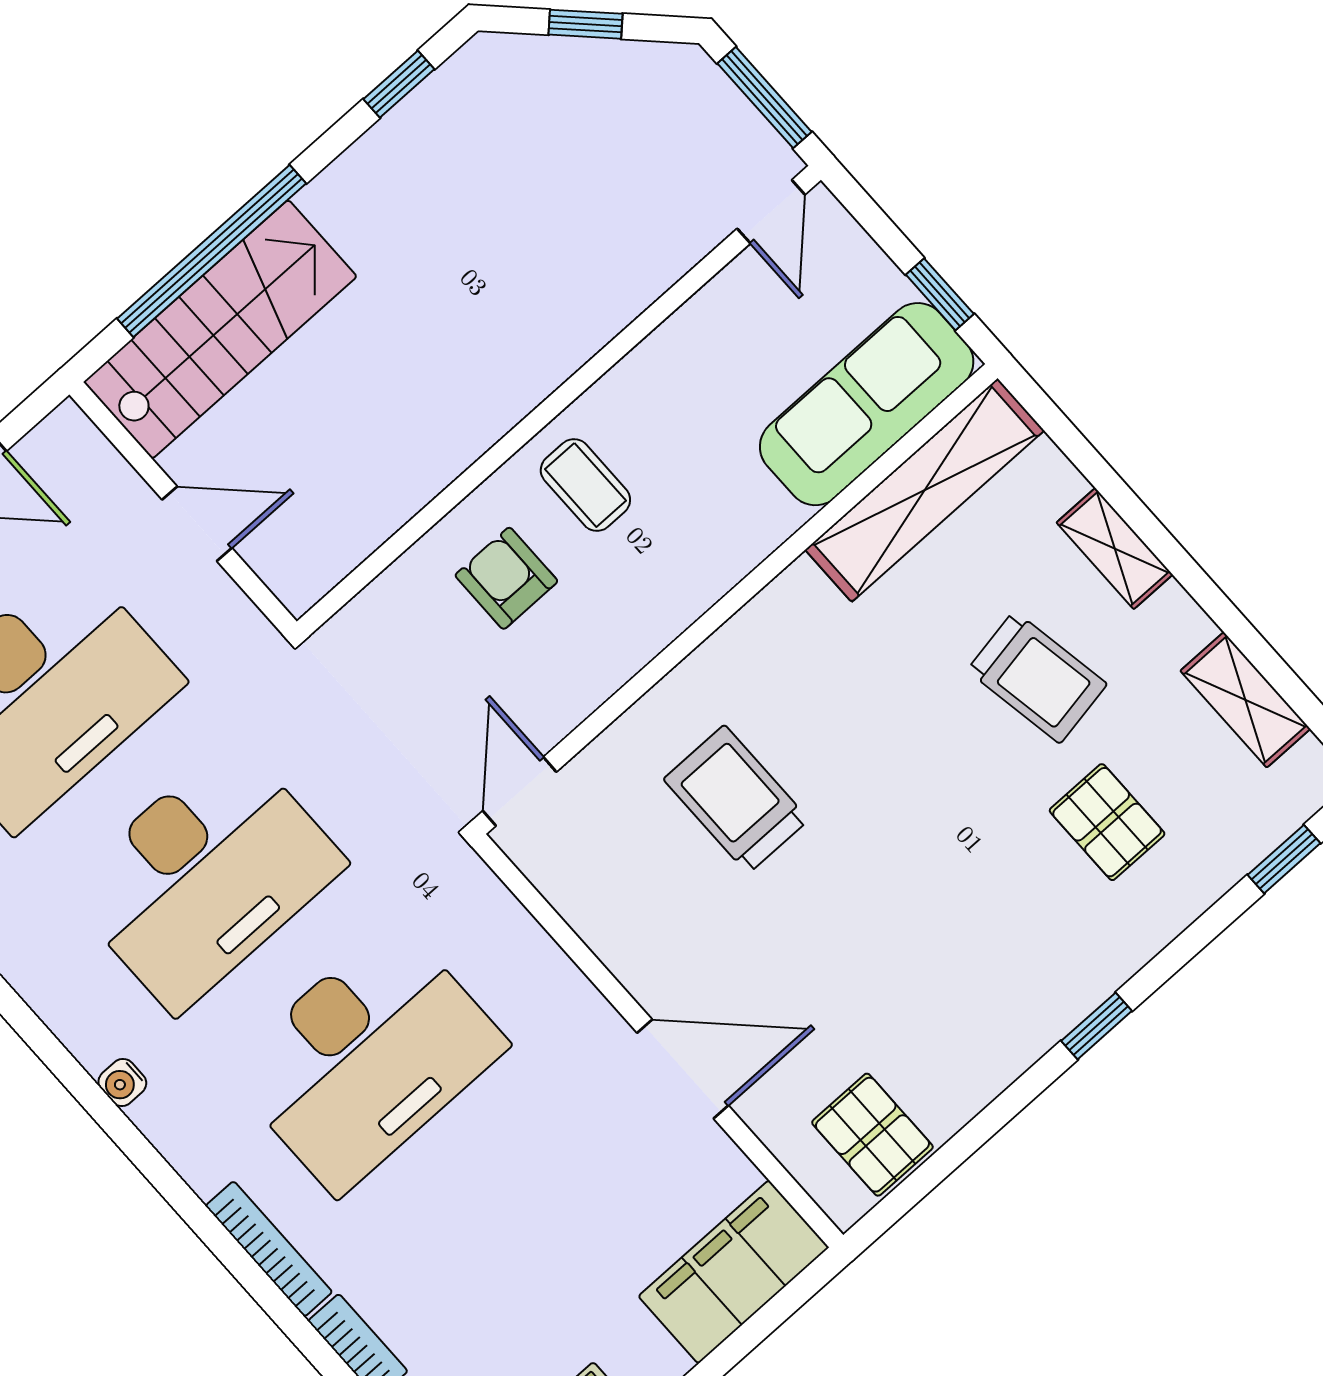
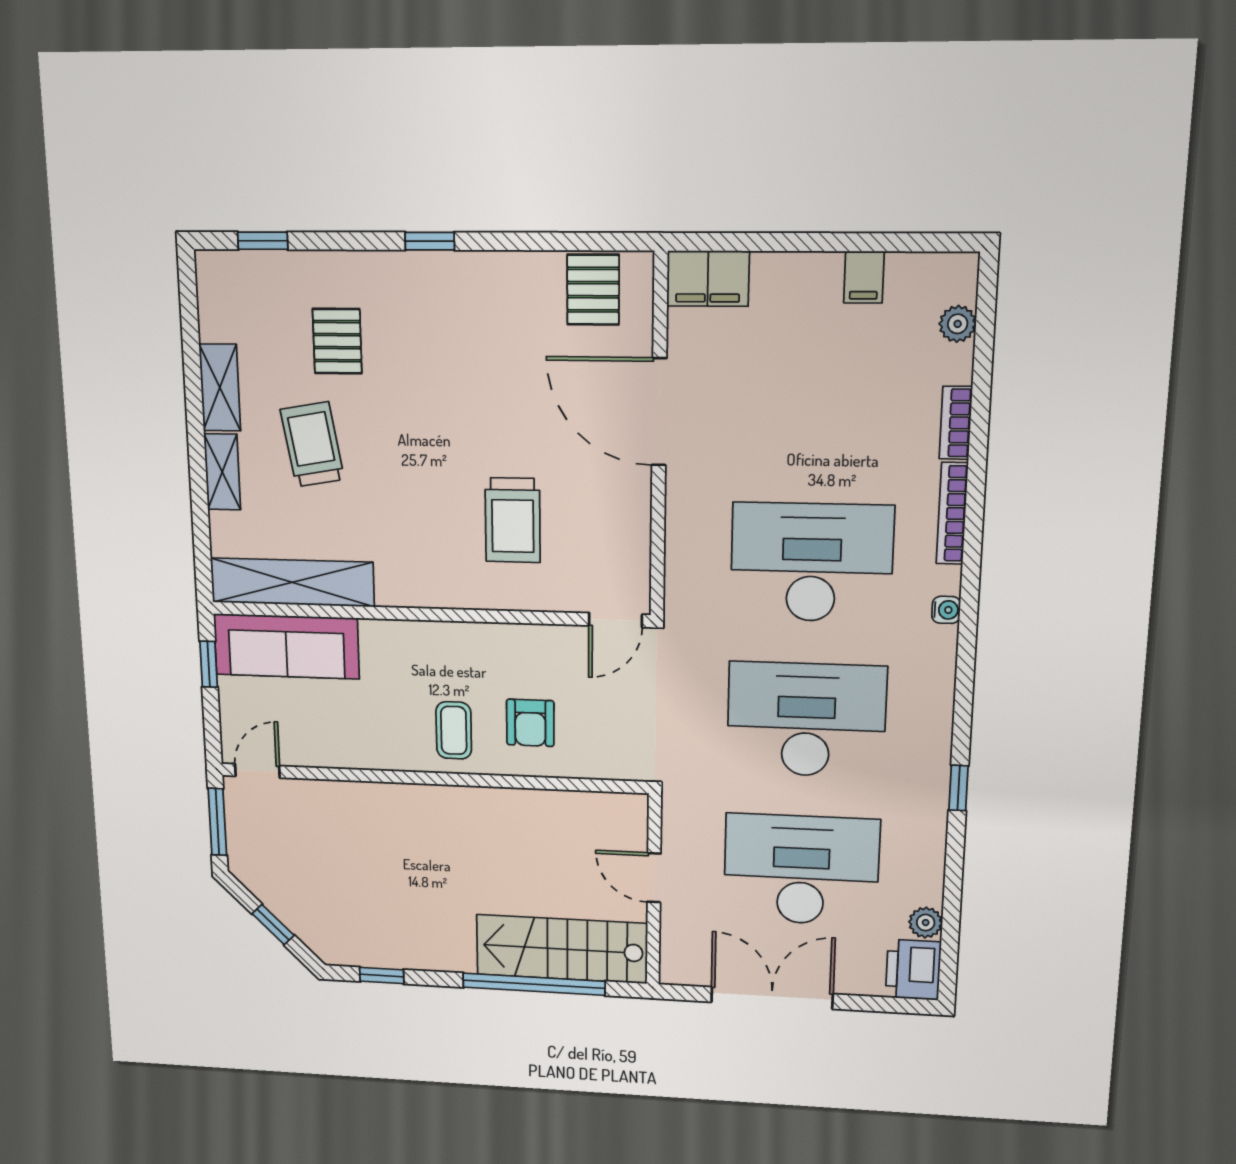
shelving: (1245, 700) -> (220, 388), moved
door: (683, 1069) -> (659, 412), width x1.36
water cooler: (122, 1082) -> (946, 610), moved
filing cabinet: (734, 1272) -> (708, 279), width x0.67, depth x0.86

